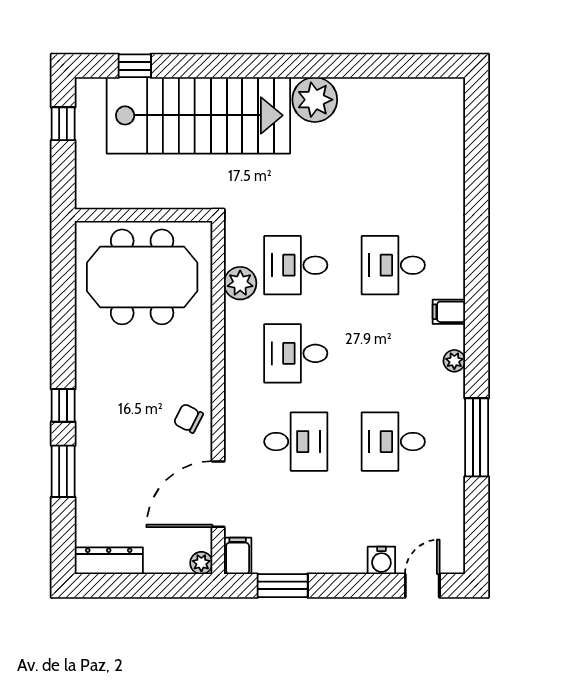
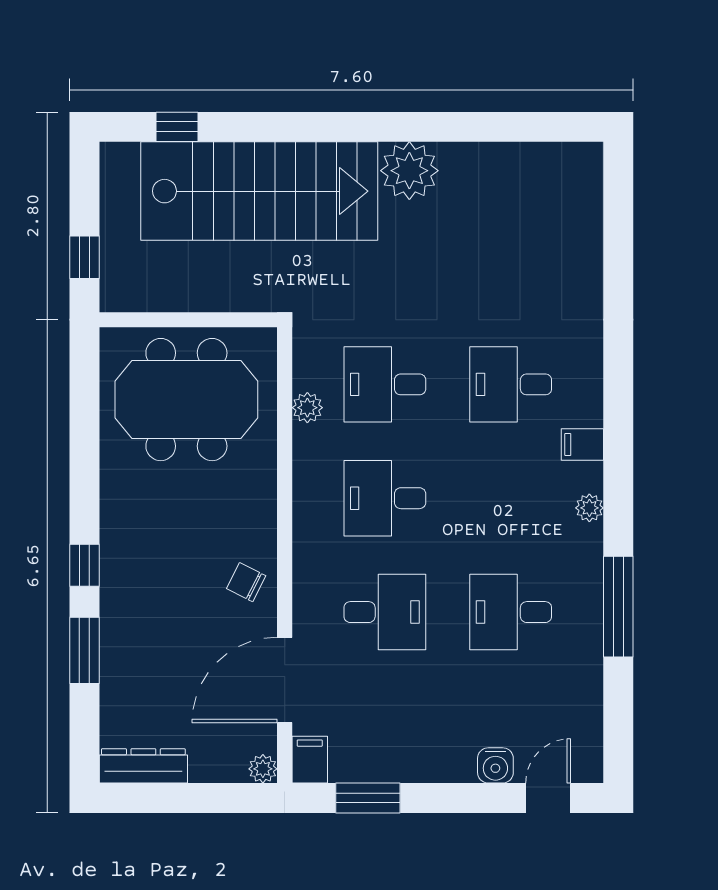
window: (63, 124) -> (84, 257), moved
plant: (240, 283) -> (307, 408), width x0.73, depth x0.73

